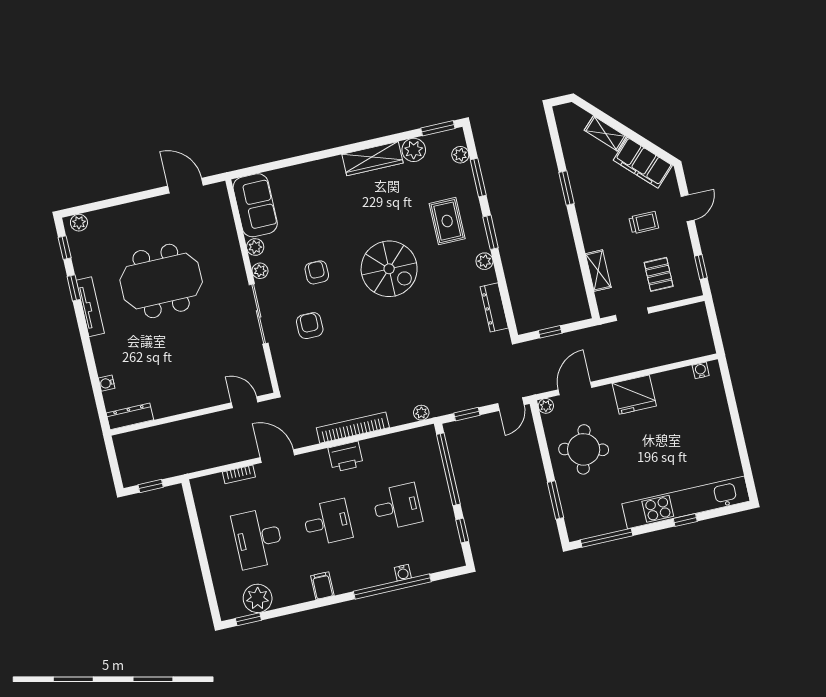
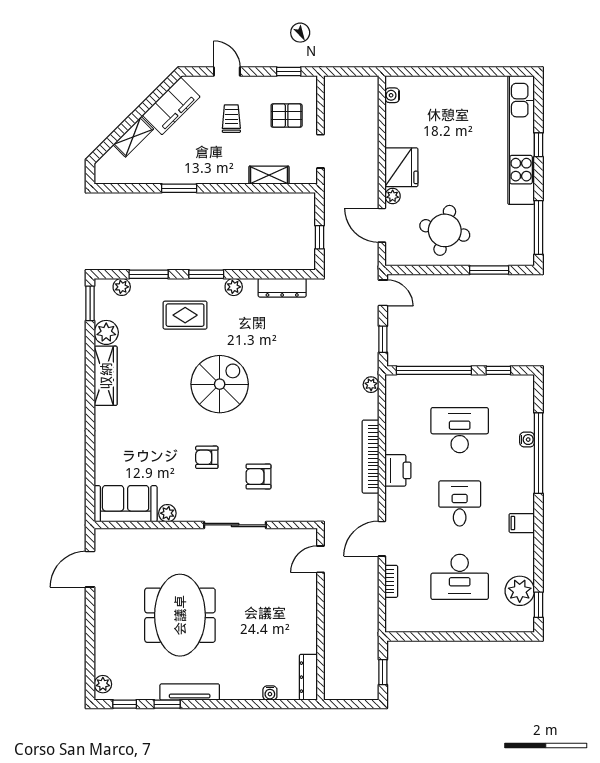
plant: (260, 271) -> (192, 514), removed
plant: (546, 406) -> (393, 196), moved
desk: (397, 507) -> (460, 430), width x1.37

